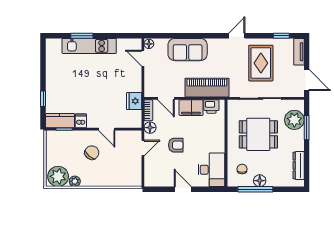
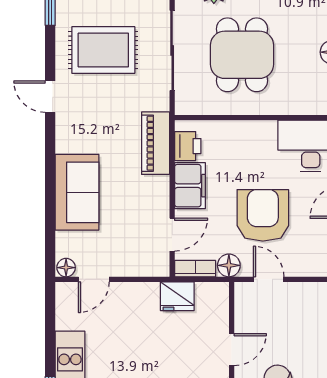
piano: (207, 88) -> (156, 143), width x0.73, depth x0.75
armchair: (176, 145) -> (263, 215), width x1.88, depth x1.88
chair: (242, 169) -> (309, 86), removed

